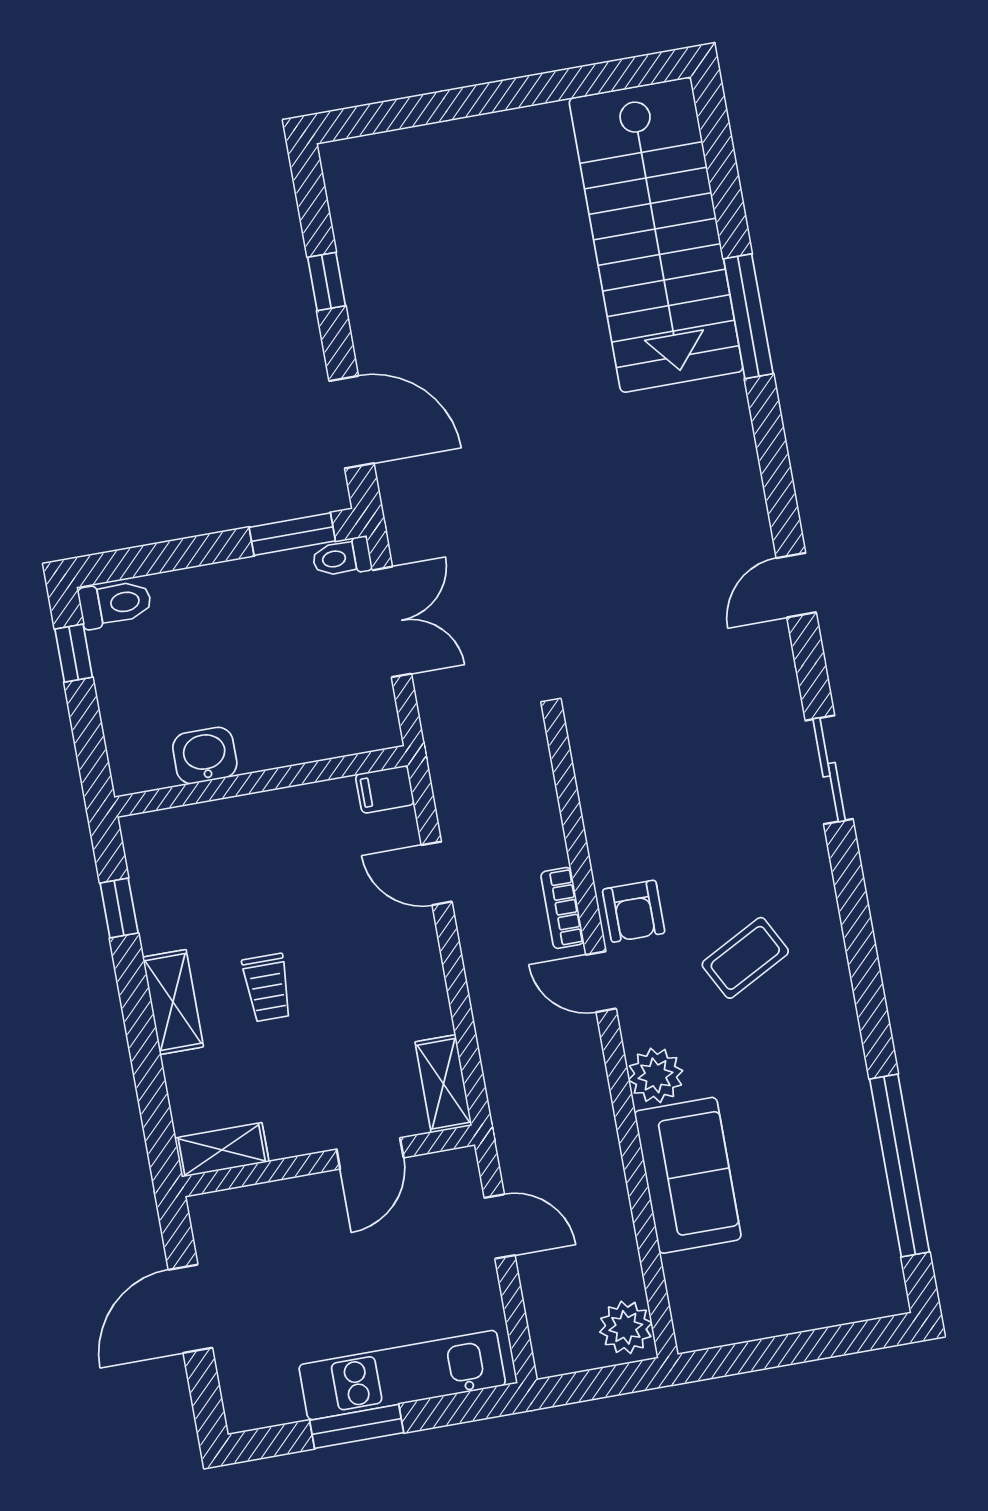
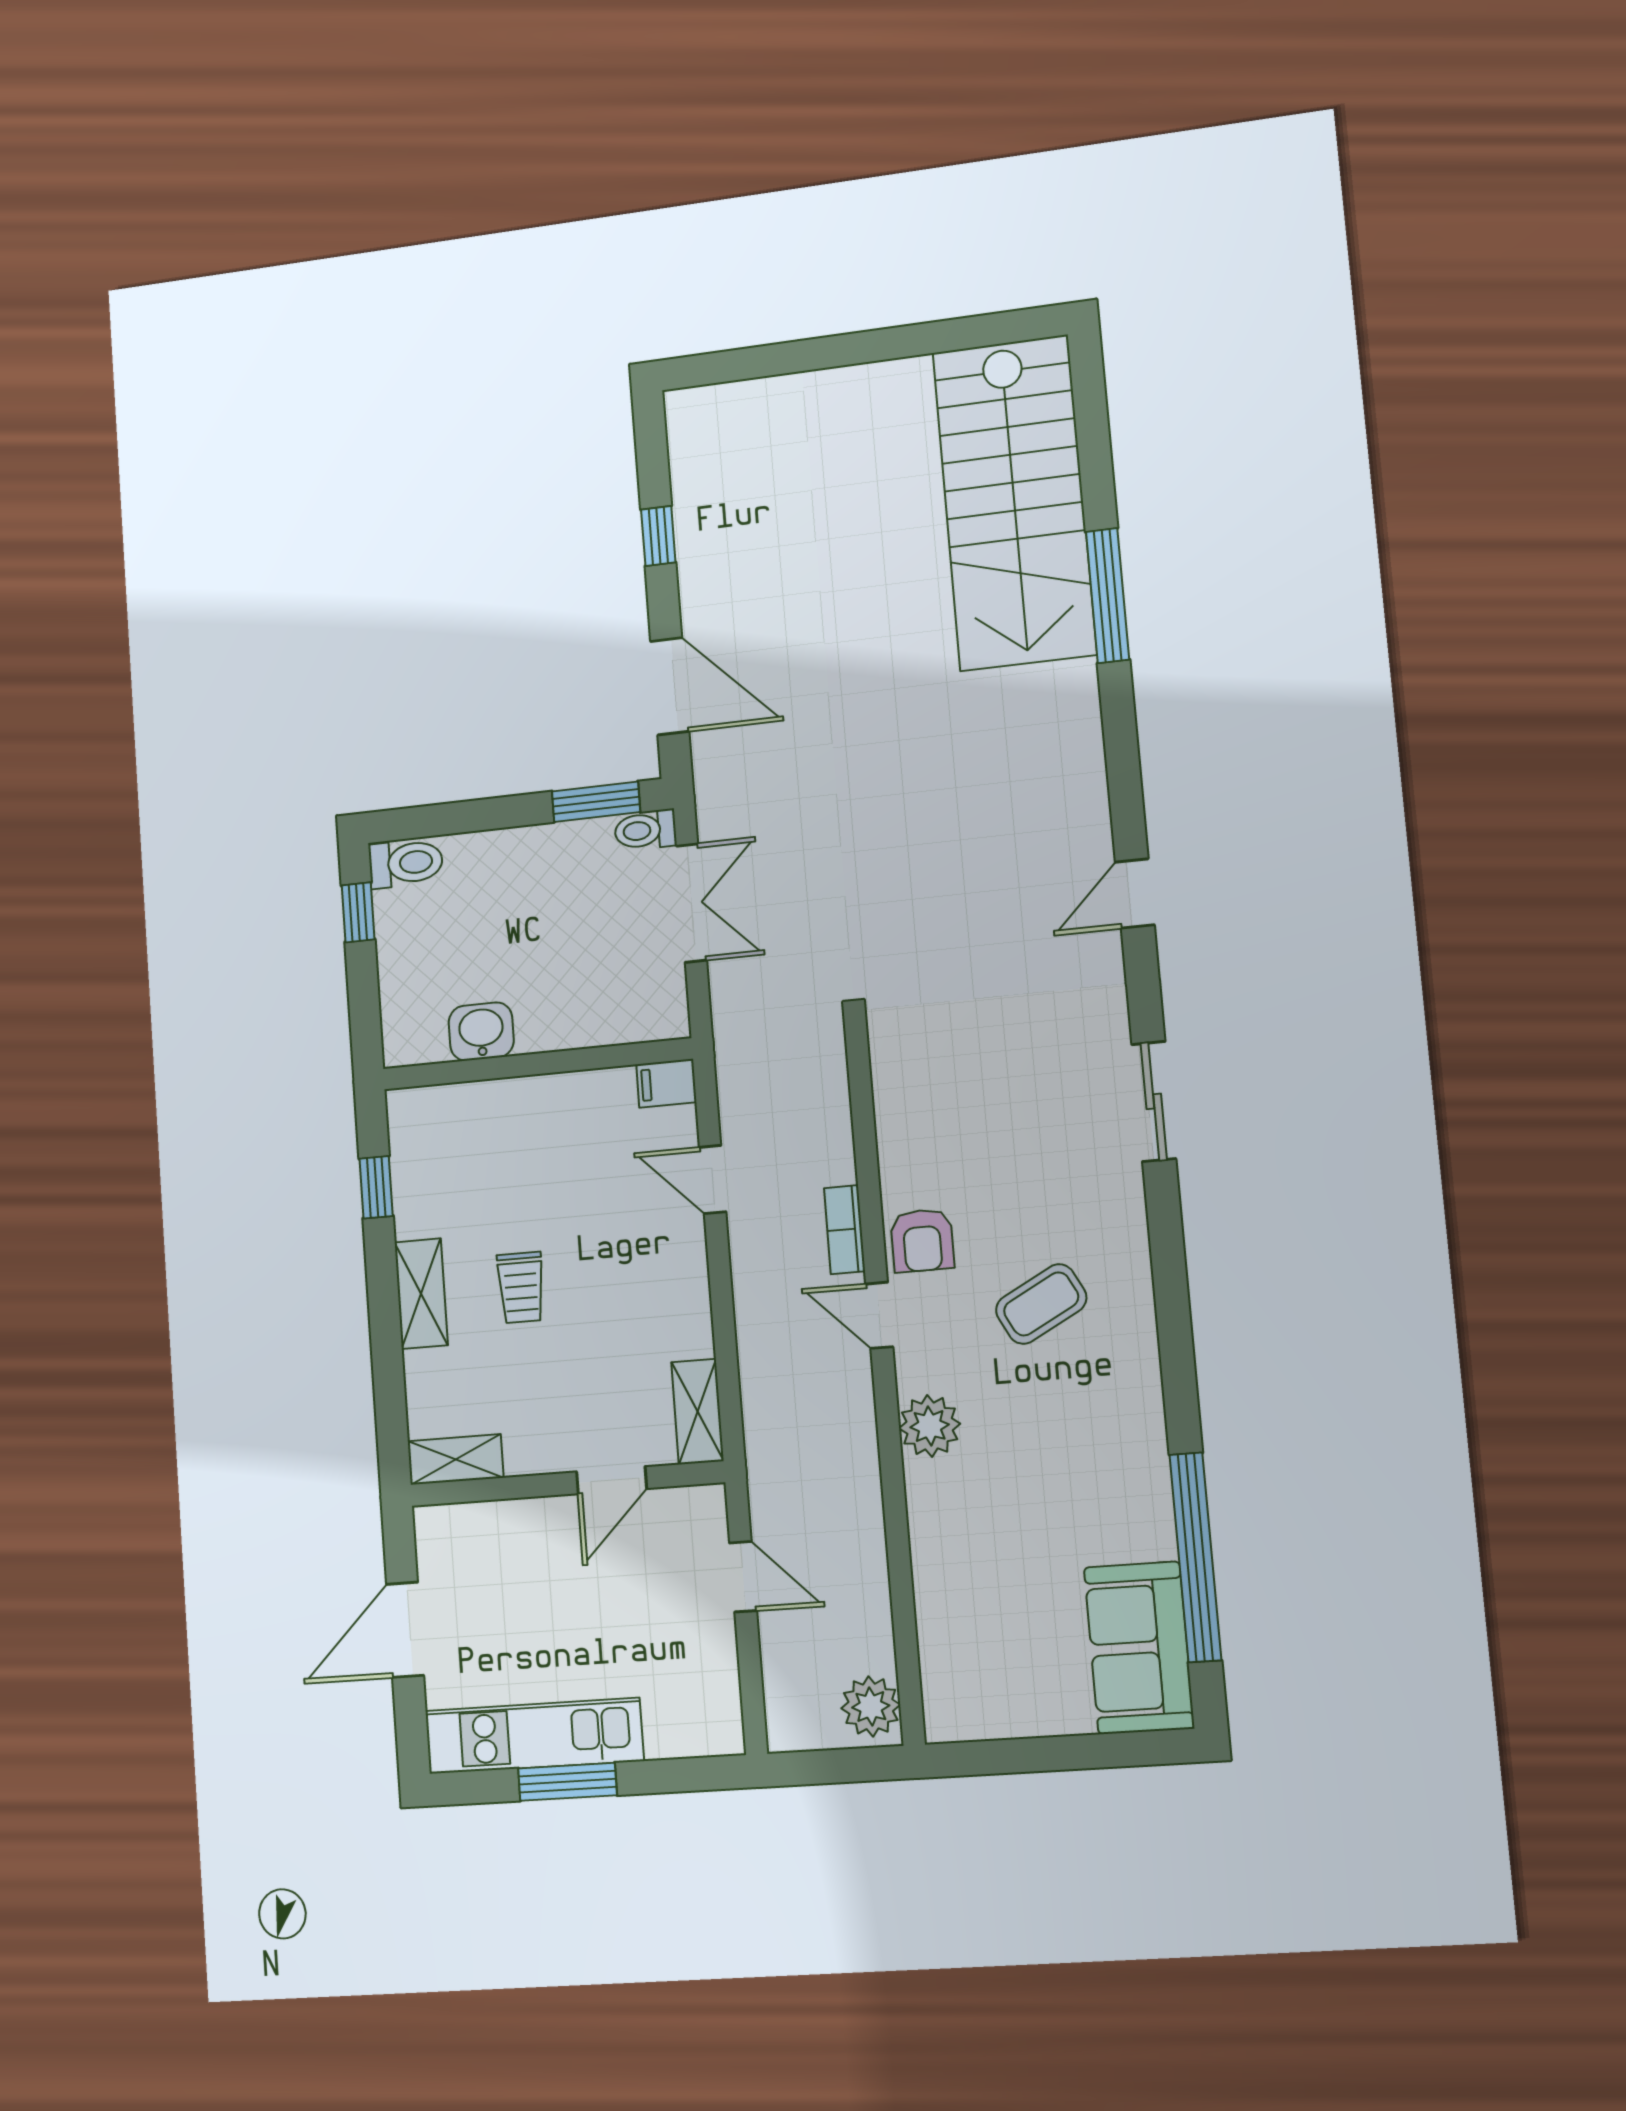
sofa: (688, 1175) -> (1139, 1648), moved, turned 180
kitchen unit: (402, 1375) -> (534, 1736), moved

